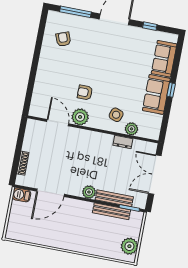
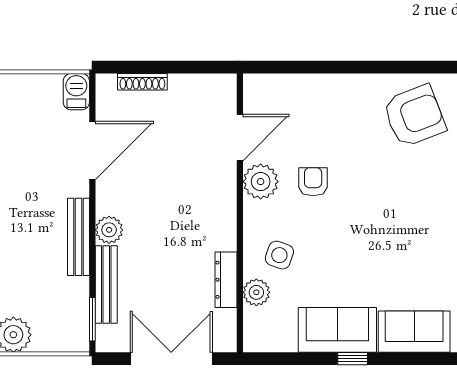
armchair: (63, 39) -> (414, 116), width x1.88, depth x1.88
dresser: (123, 142) -> (226, 280), width x1.44
door: (51, 193) -> (92, 151), swing flipped
bench: (111, 211) -> (78, 237), moved

